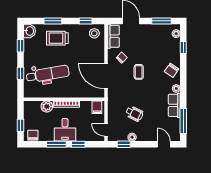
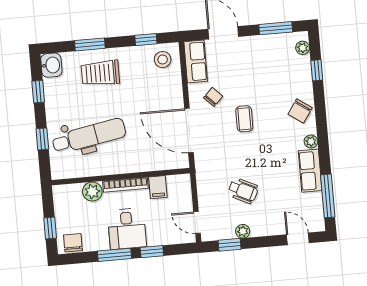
filing cabinet: (97, 107) -> (158, 187), moved

